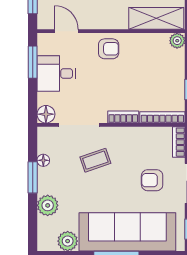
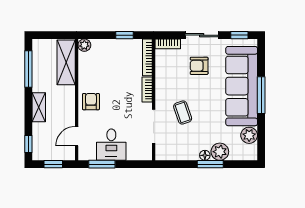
floor lamp: (46, 114) -> (145, 153), removed
floor lamp: (43, 160) -> (205, 155), moved
window: (33, 177) -> (210, 164), moved
armchair: (152, 180) -> (199, 66), turned 90

